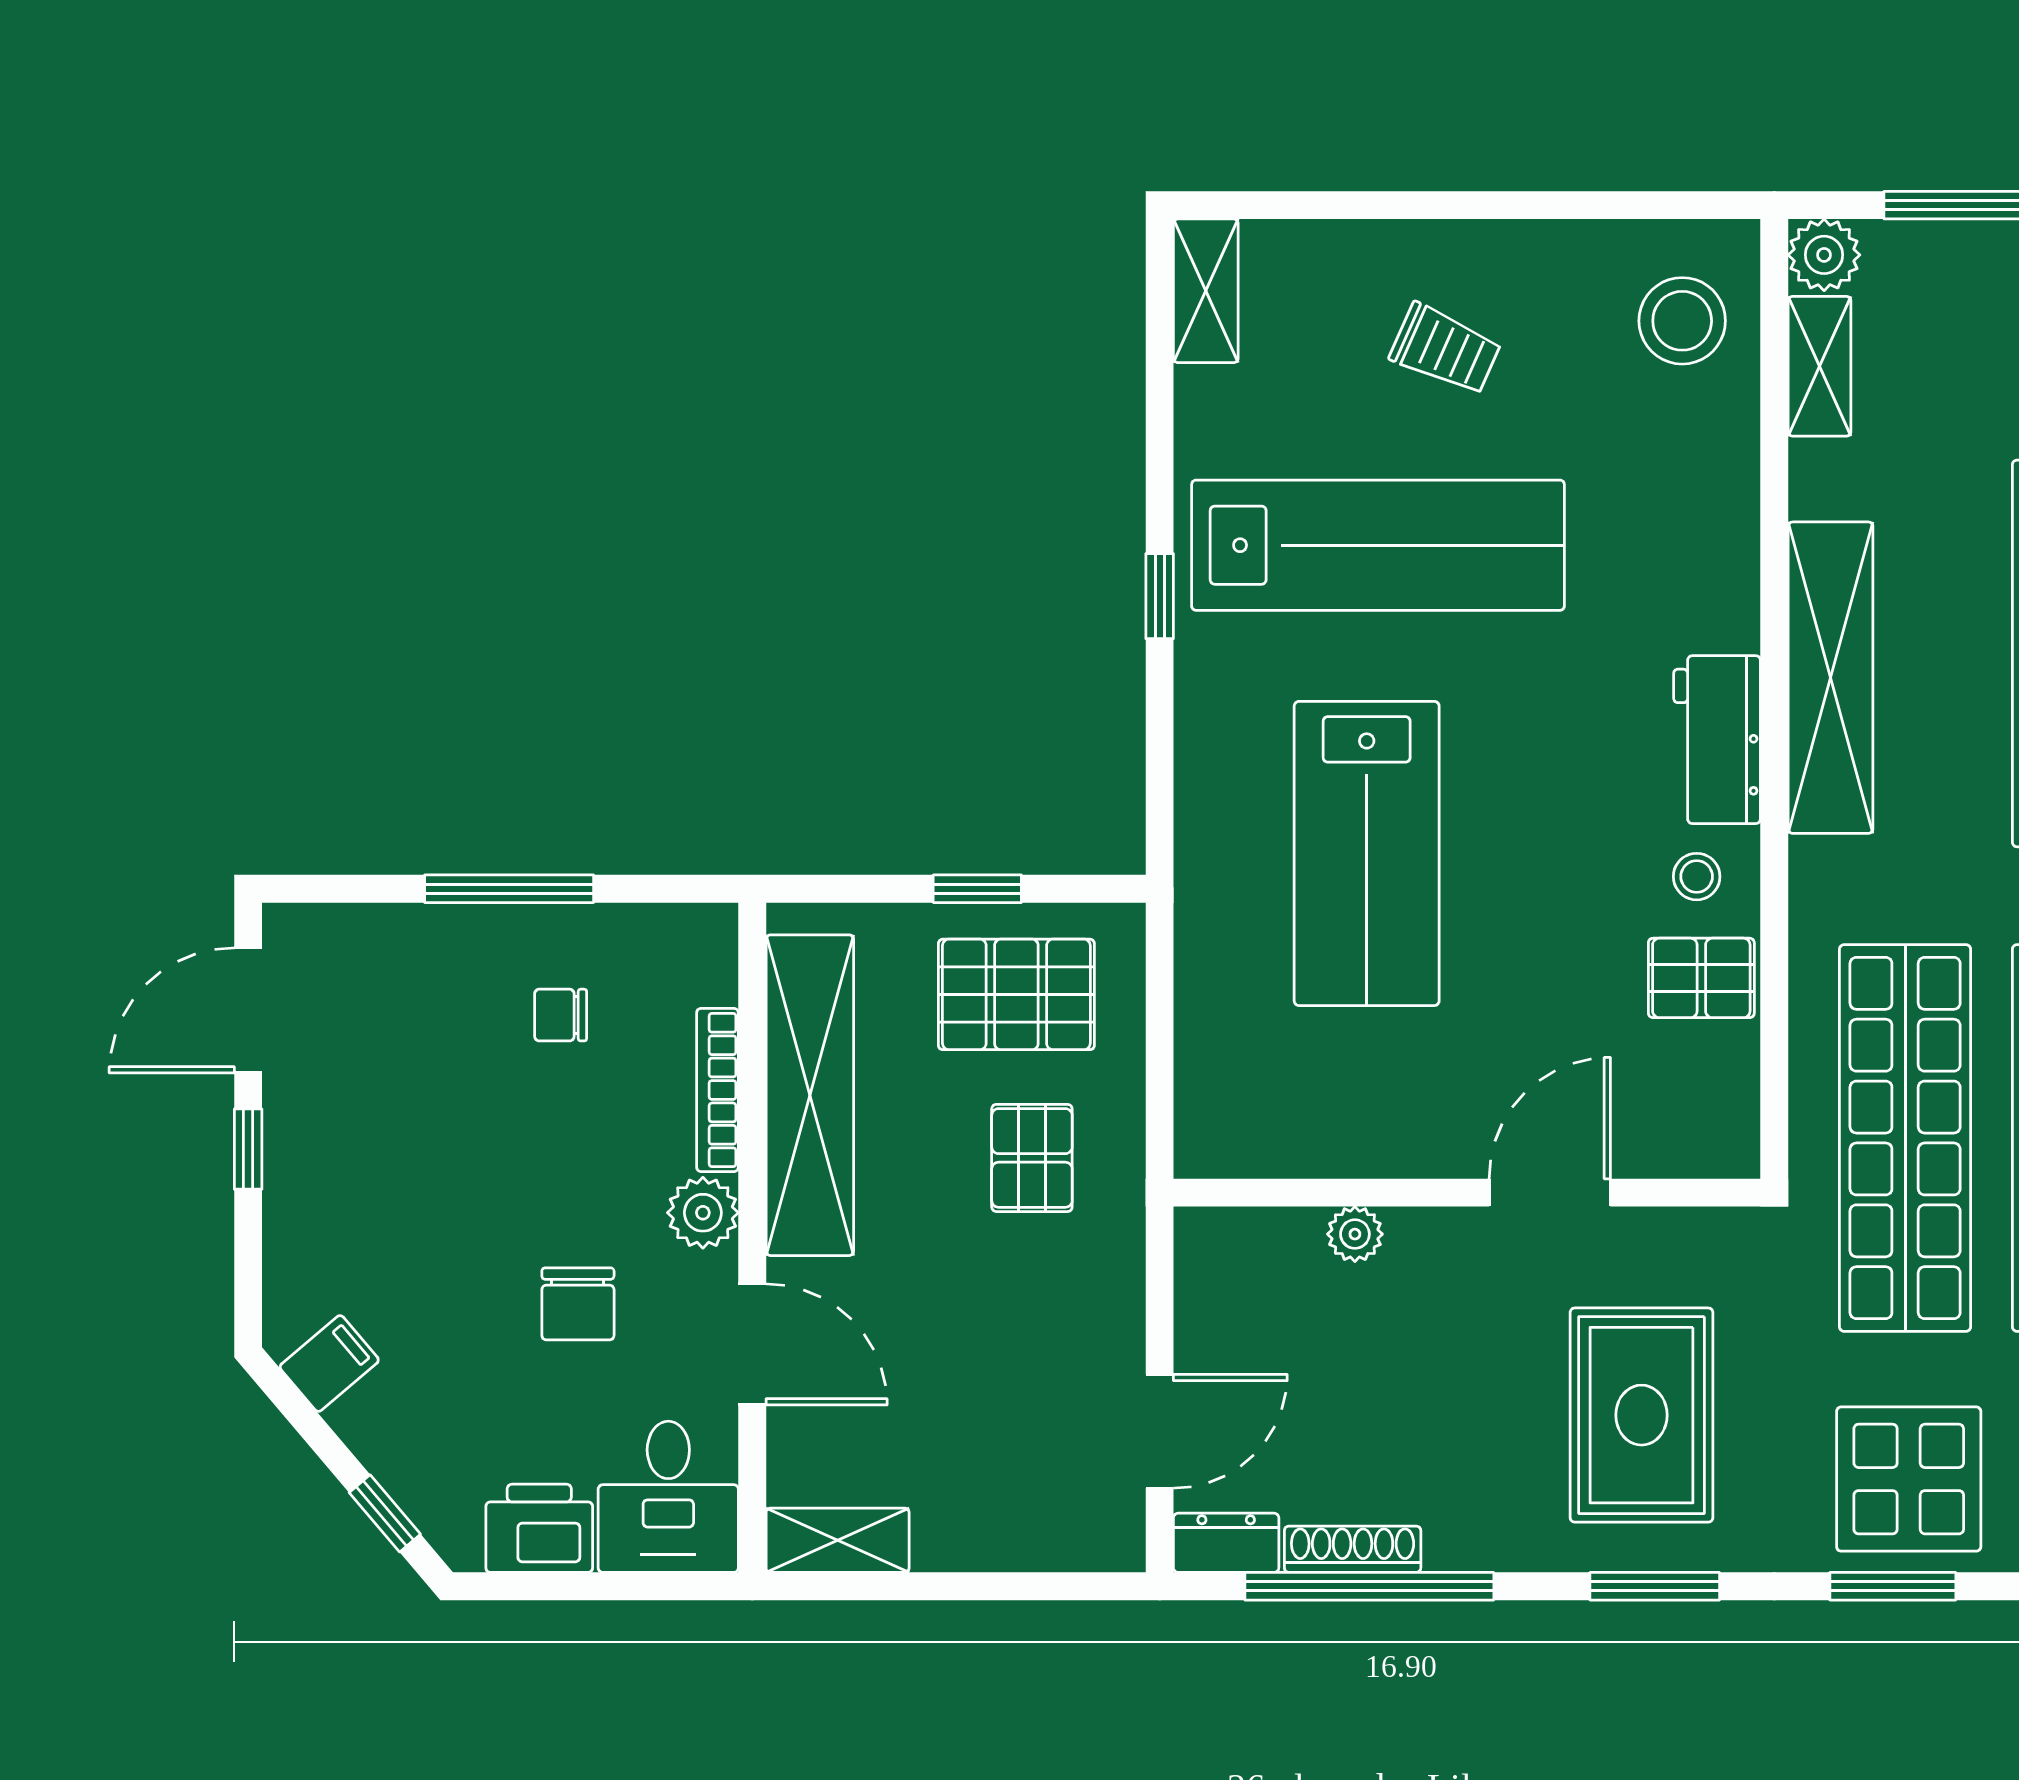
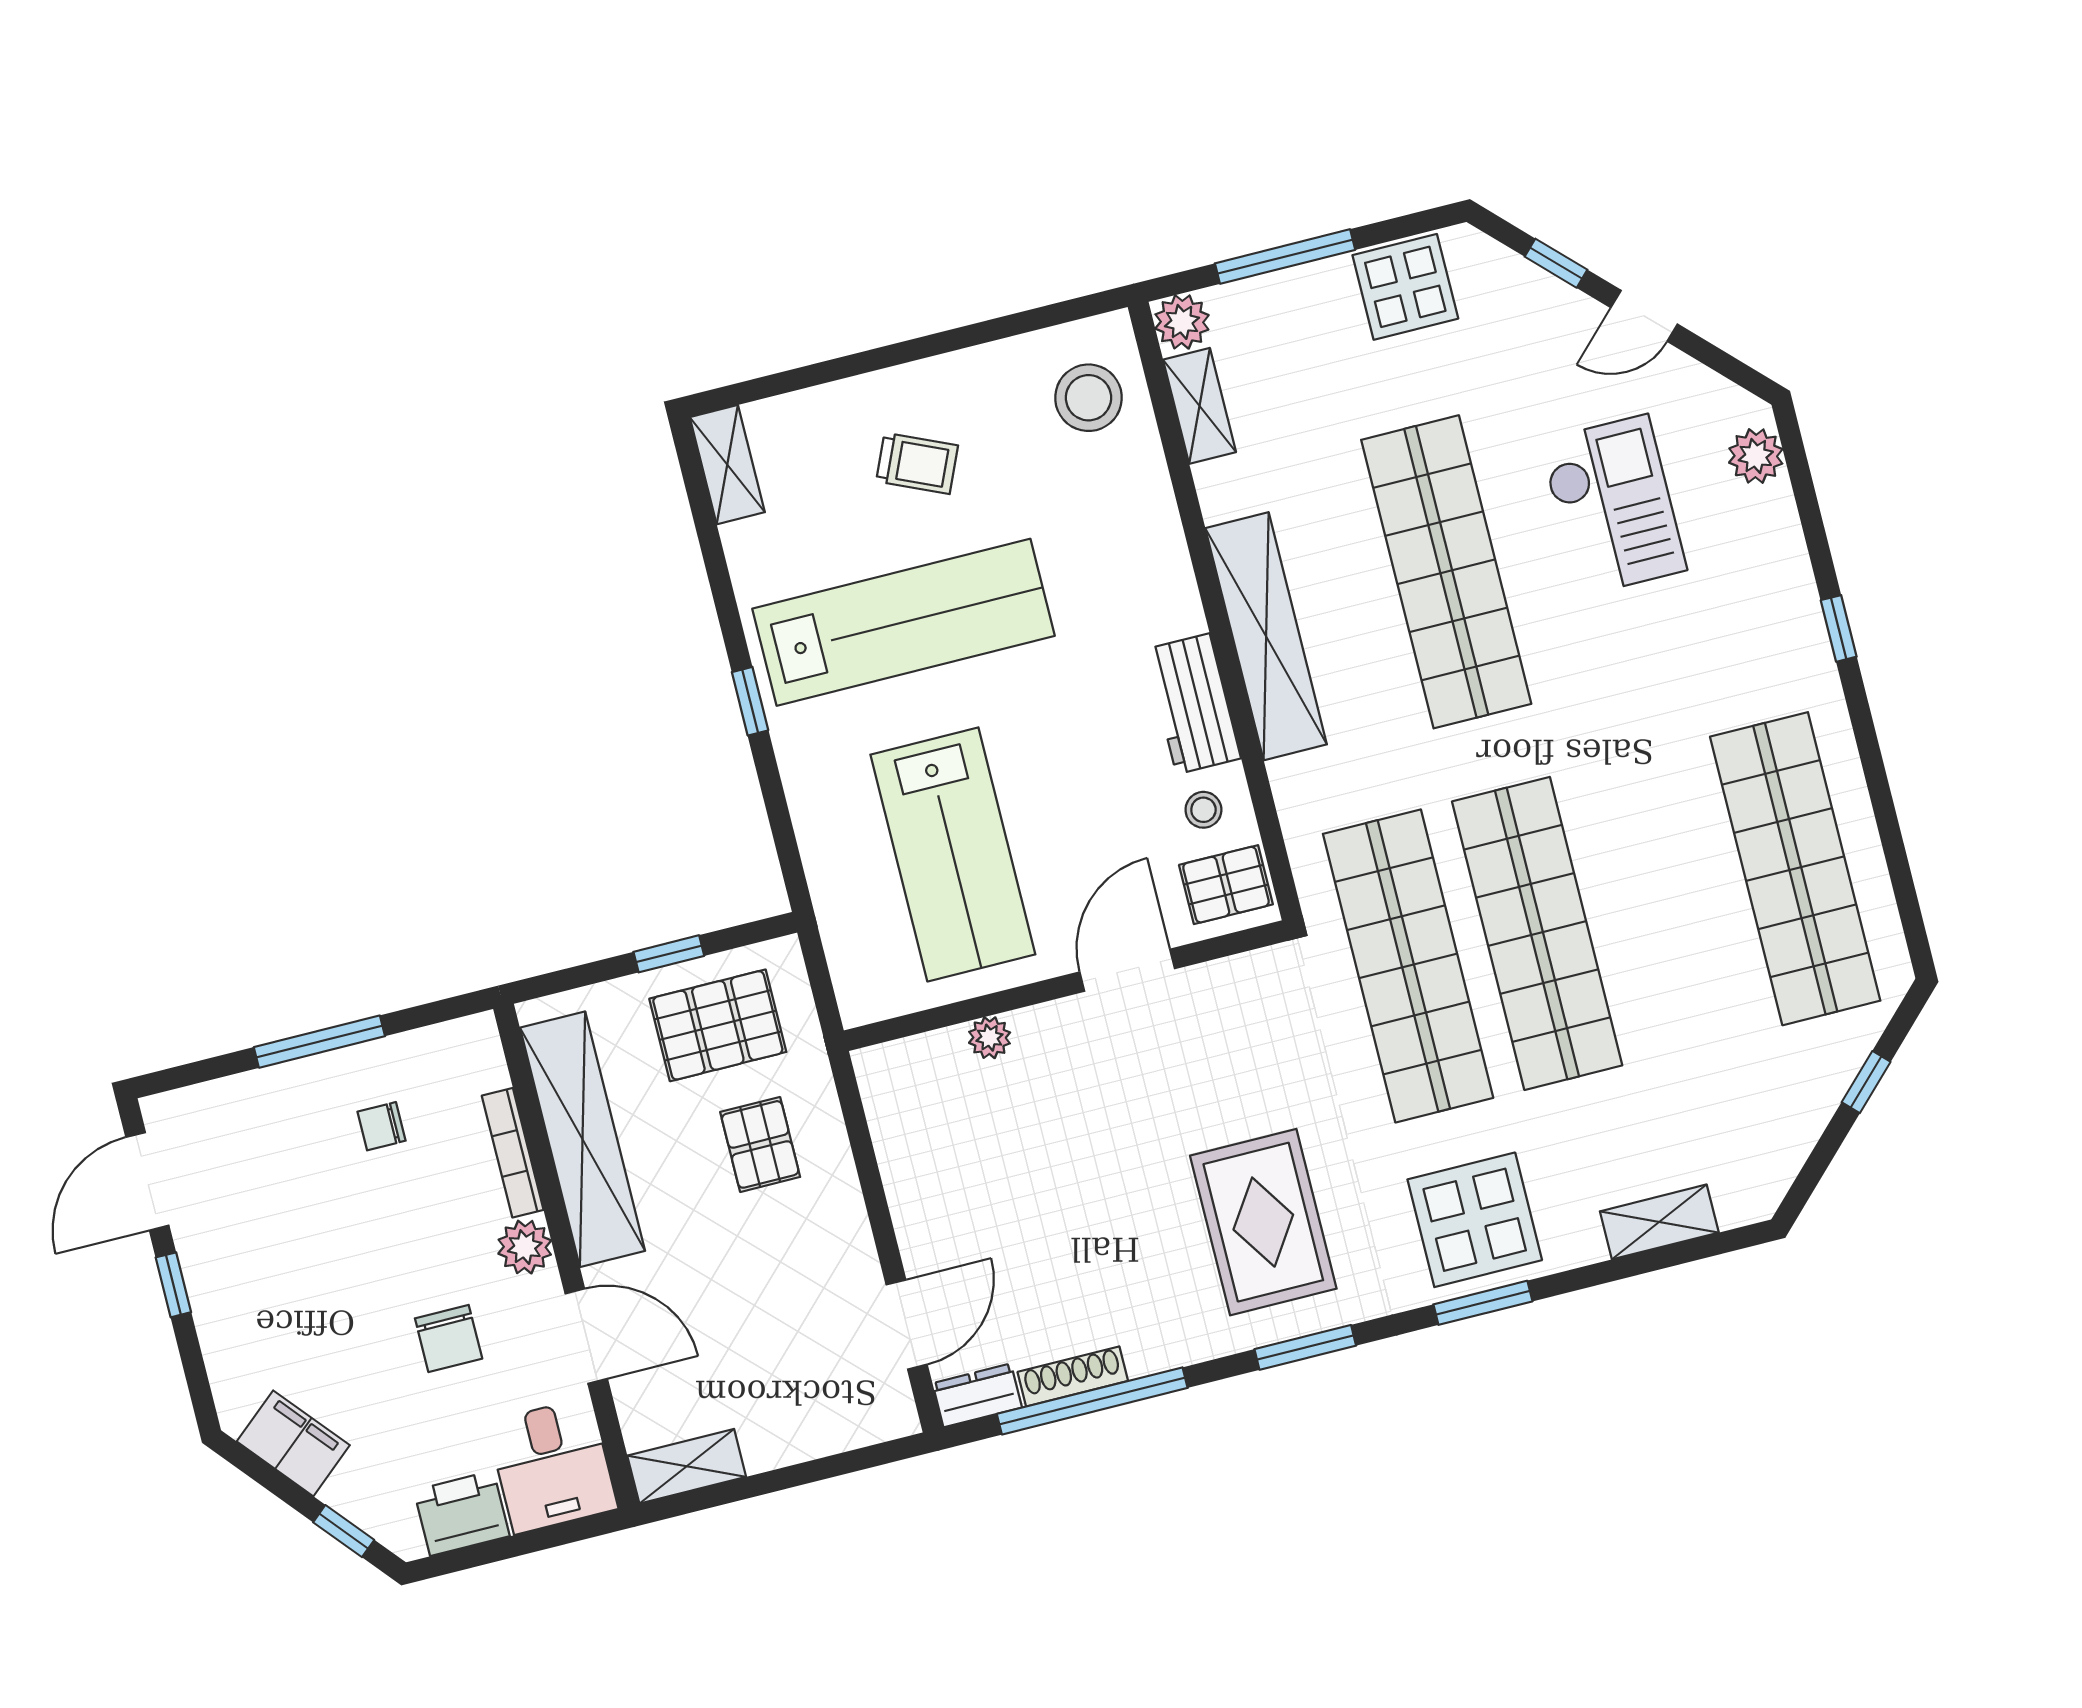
wall: (1467, 1193) -> (1065, 986), moved
door: (1550, 1193) -> (1127, 970), moved
plant: (1355, 1234) -> (990, 1038), moved
filing cabinet: (329, 1363) -> (293, 1443), width x2.00

